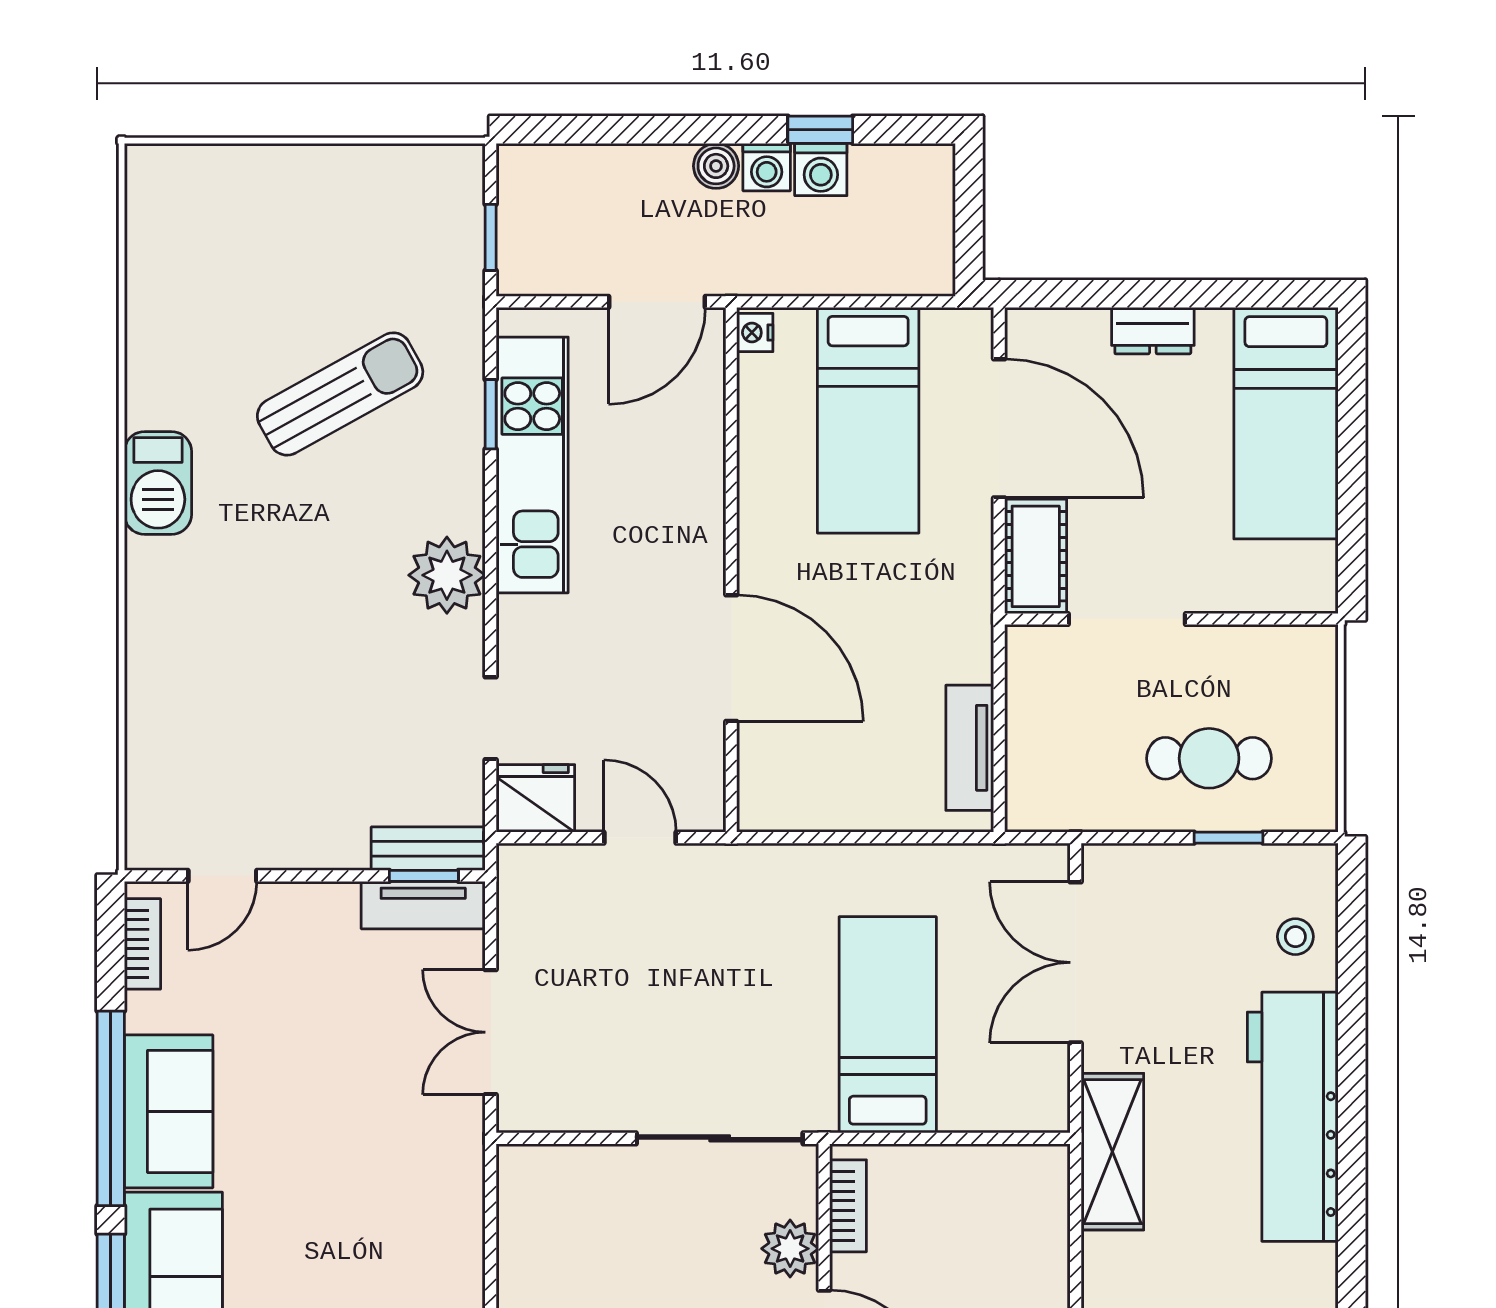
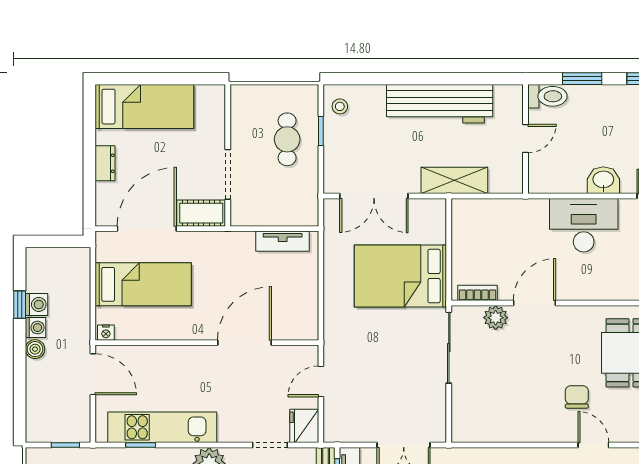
stool: (1295, 937) -> (340, 106), moved
bed: (888, 1025) -> (400, 276), width x1.50

